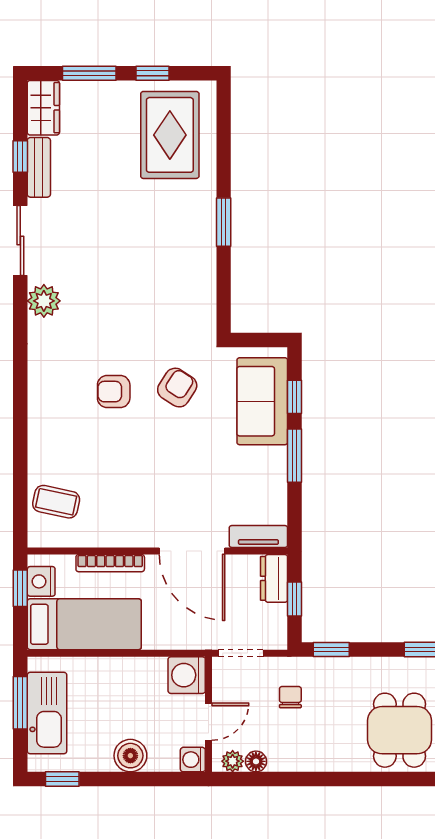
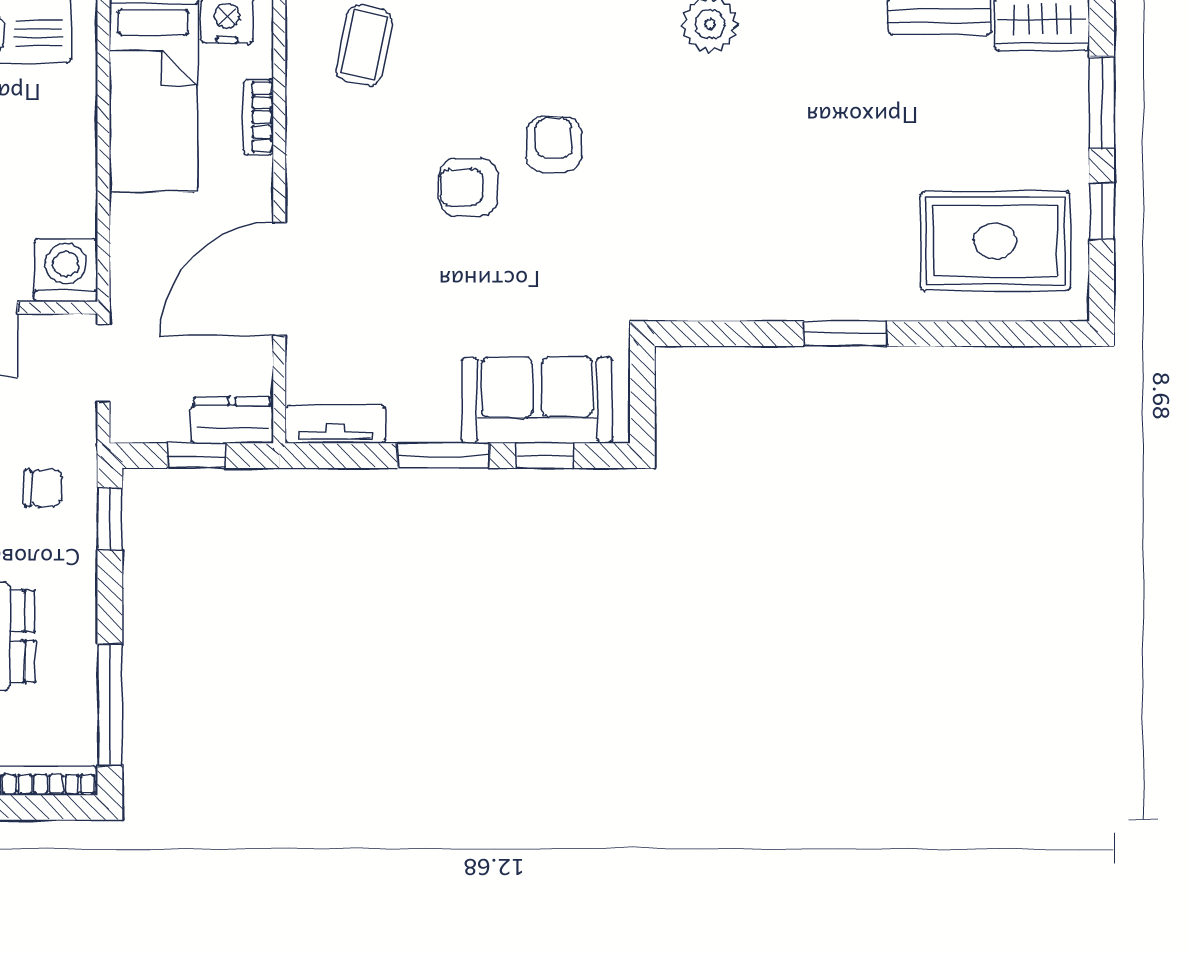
armchair: (177, 388) -> (468, 187), moved, turned 147
tv unit: (258, 536) -> (335, 424), moved, turned -90
bookcase: (110, 563) -> (258, 117), width x0.64
chair: (290, 697) -> (43, 488), moved

